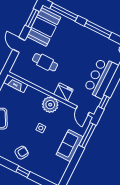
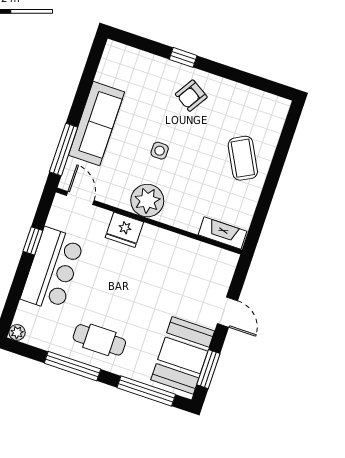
cafe table: (45, 62) -> (99, 340), moved
window: (104, 102) -> (33, 241), moved
sofa: (70, 146) -> (96, 124), width x1.36

